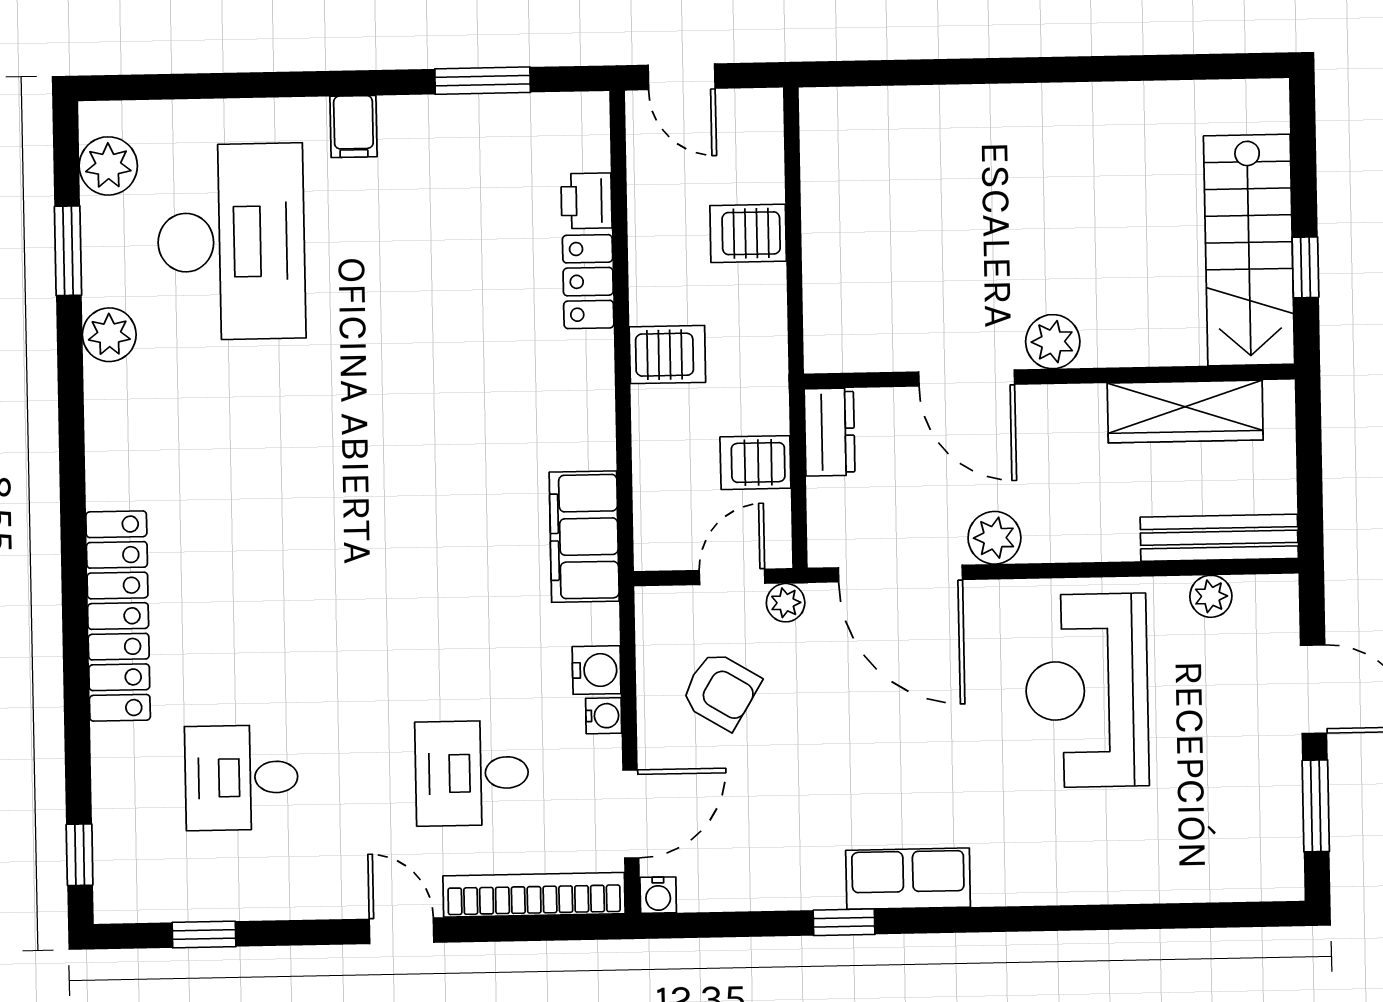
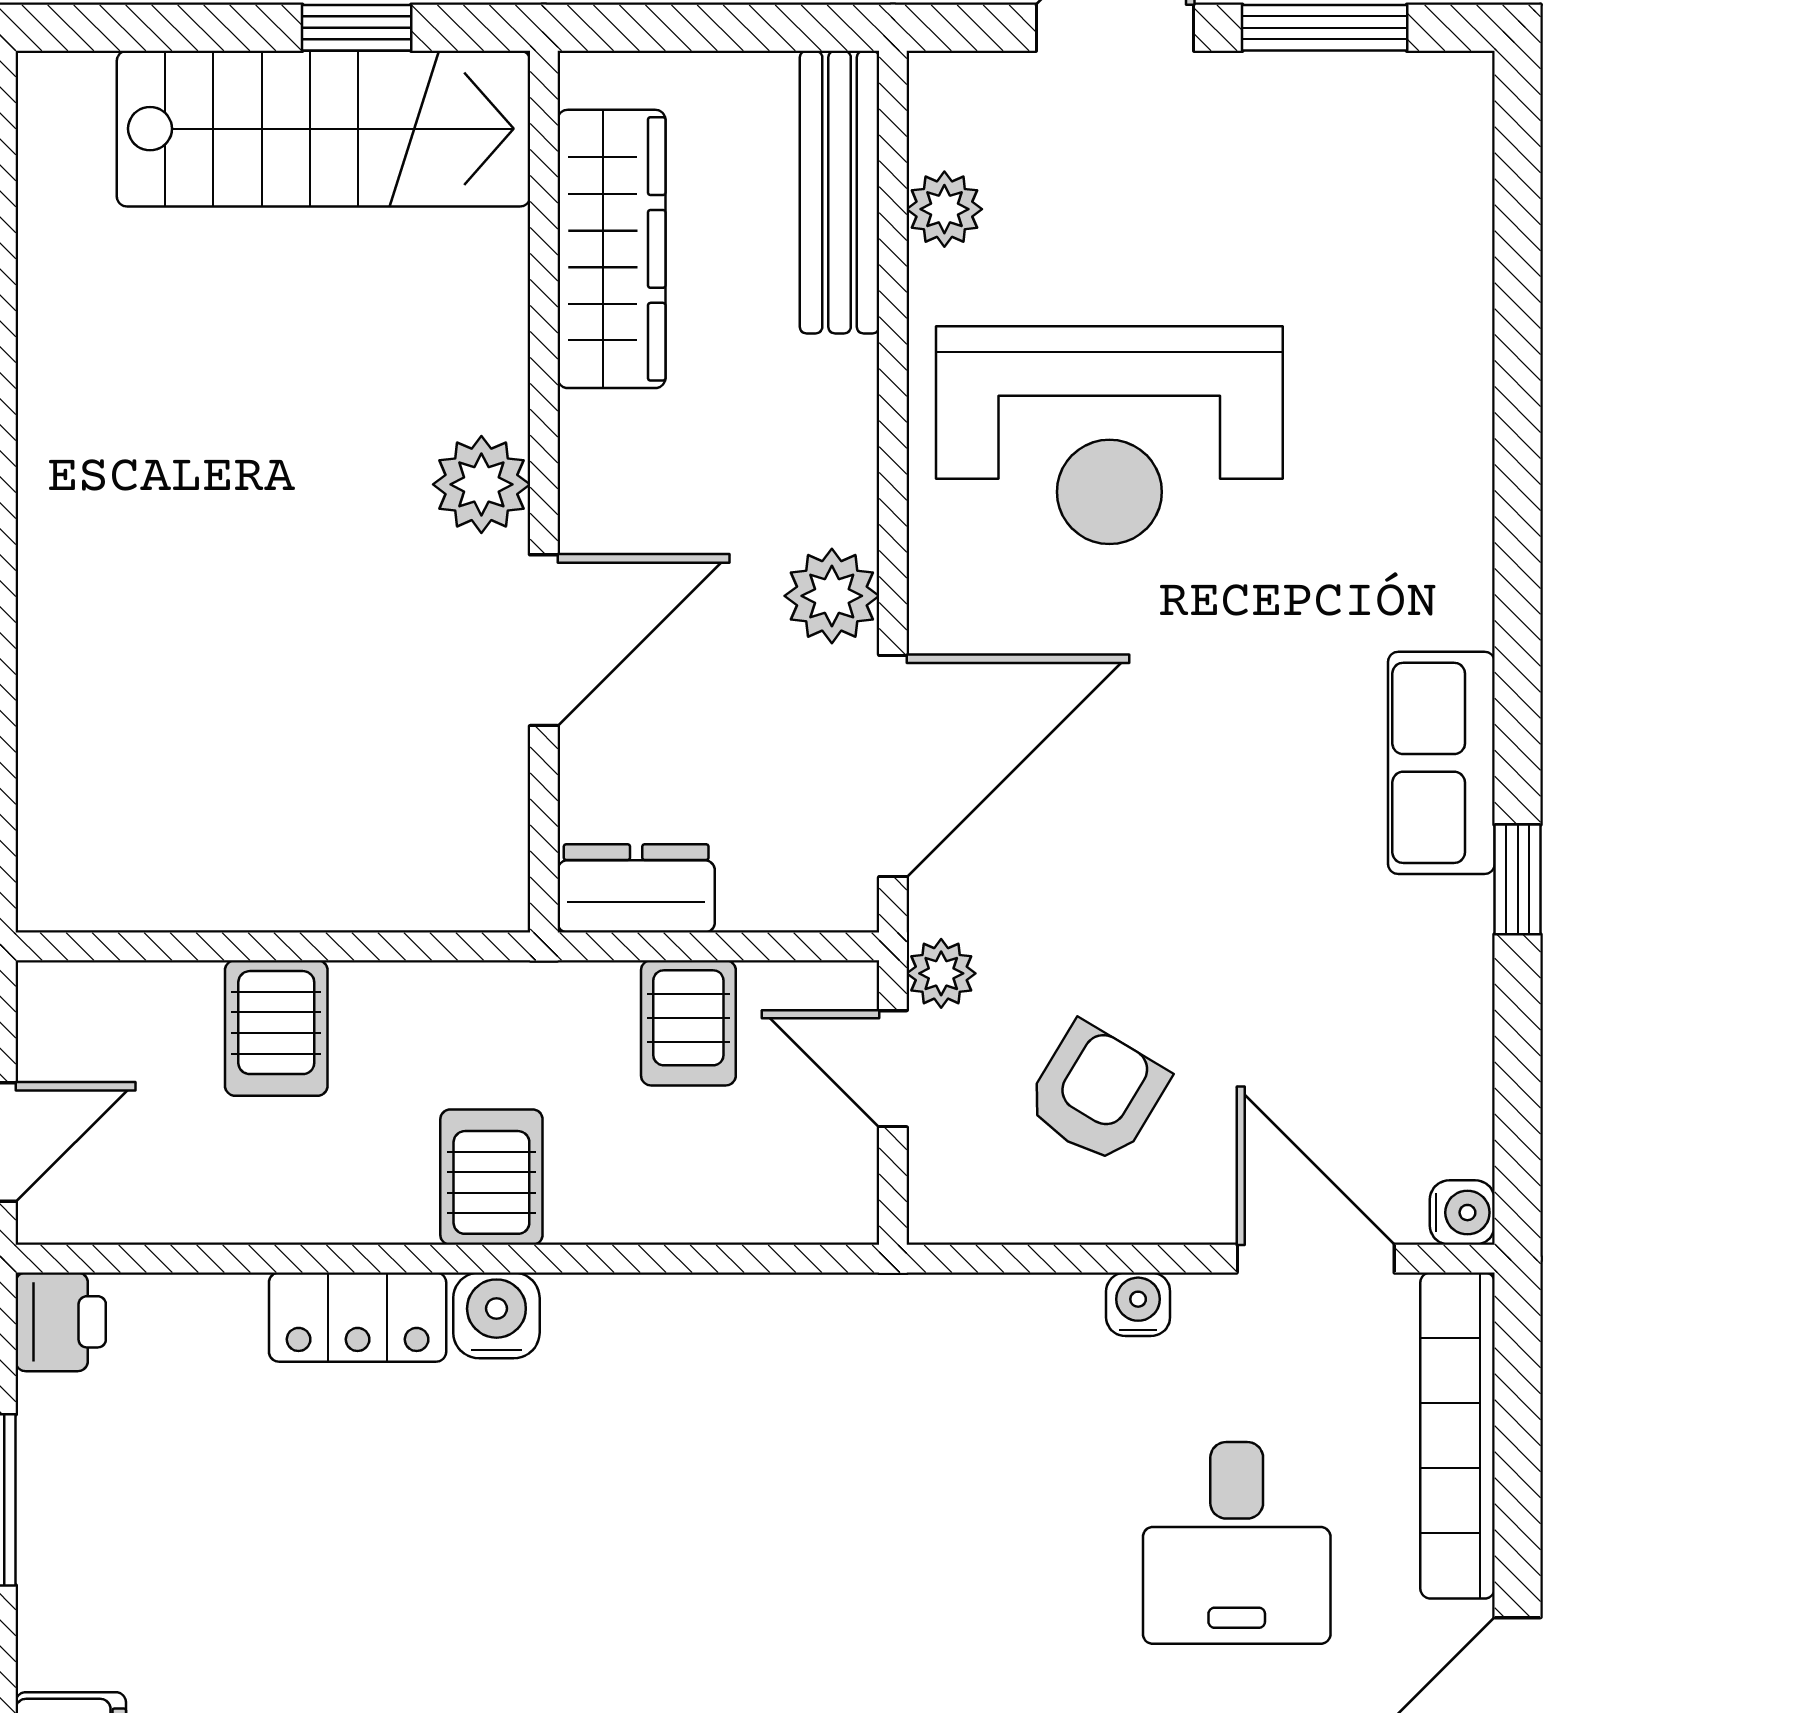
printer: (586, 201) -> (61, 1322), moved, turned -90
filing cabinet: (584, 537) -> (816, 1333), removed
water cooler: (597, 670) -> (496, 1315), moved

